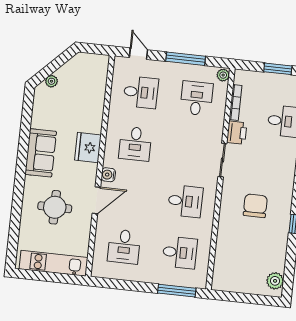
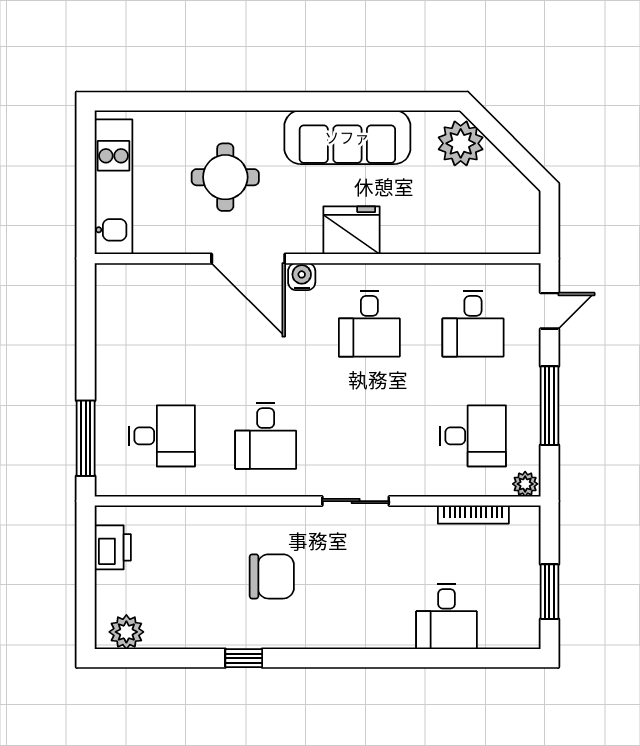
plant: (52, 81) -> (461, 143), width x1.87, depth x1.87
printer: (237, 133) -> (113, 547), moved, turned -90
desk: (135, 144) -> (369, 324), turned -90
sofa: (41, 153) -> (347, 137), width x1.36
door: (96, 200) -> (248, 259), width x1.36
desk: (124, 247) -> (162, 324), removed
desk: (180, 253) -> (162, 436), turned -90

